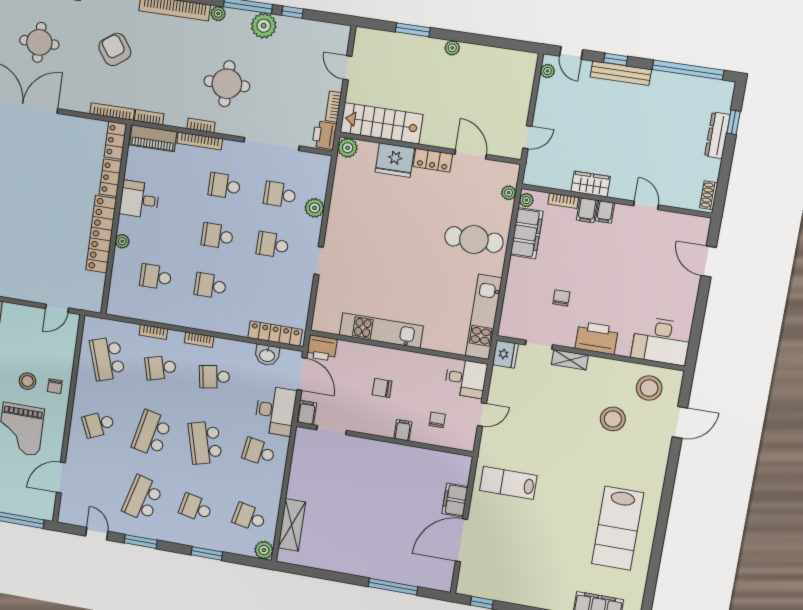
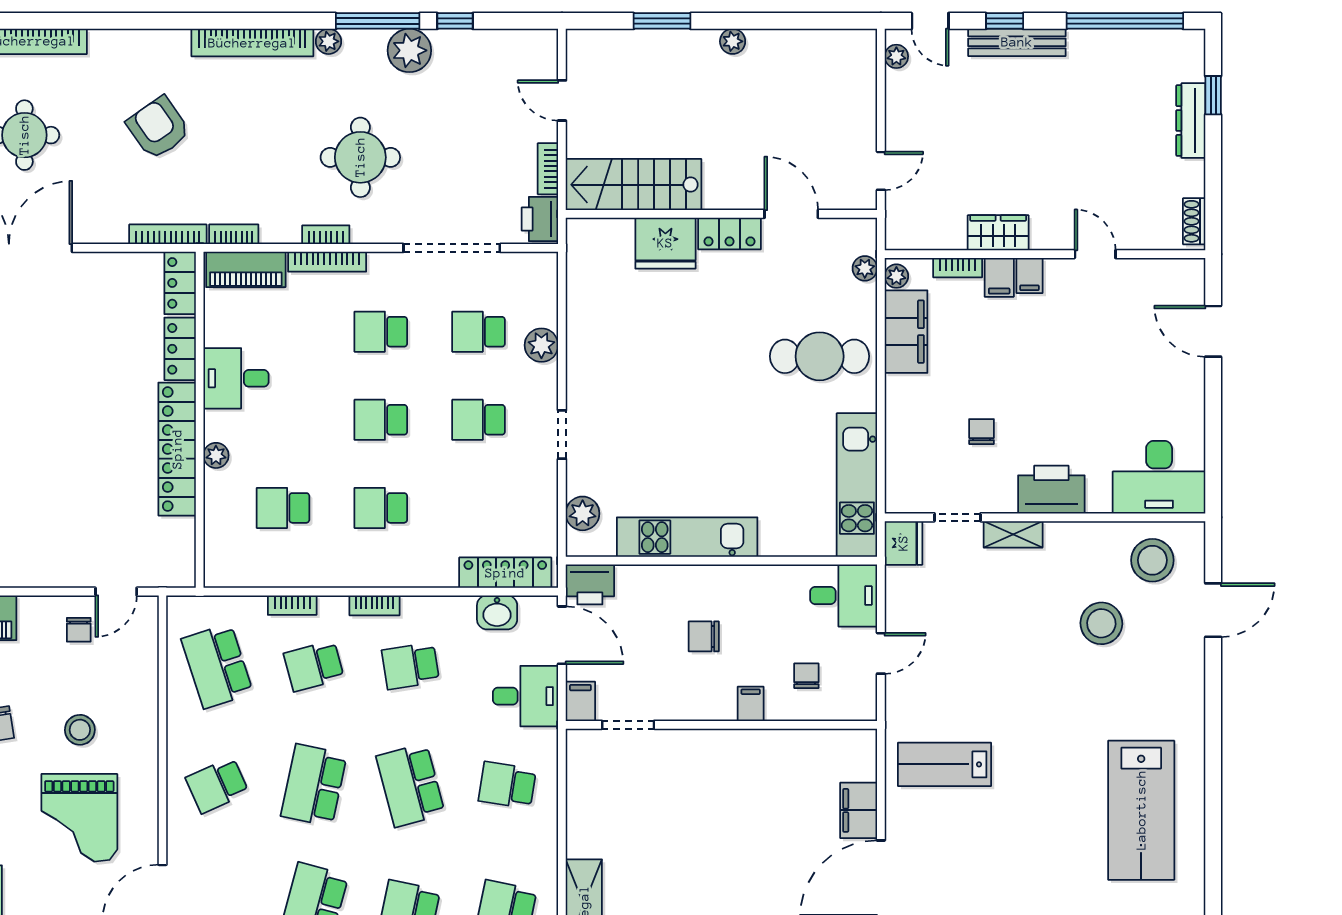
plant: (348, 148) -> (583, 513), moved
chair: (55, 386) -> (79, 630), moved
desk: (275, 411) -> (526, 696), width x0.73

